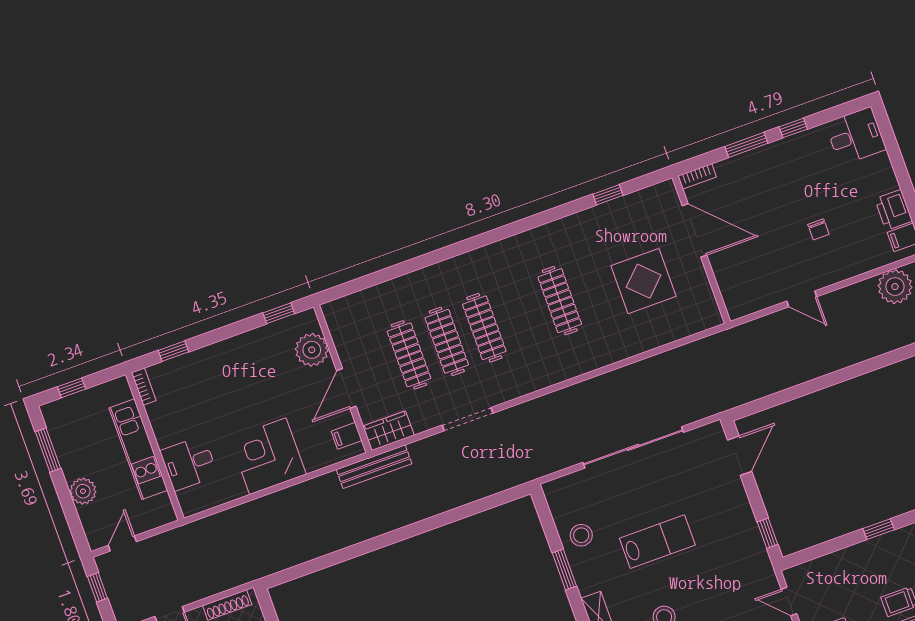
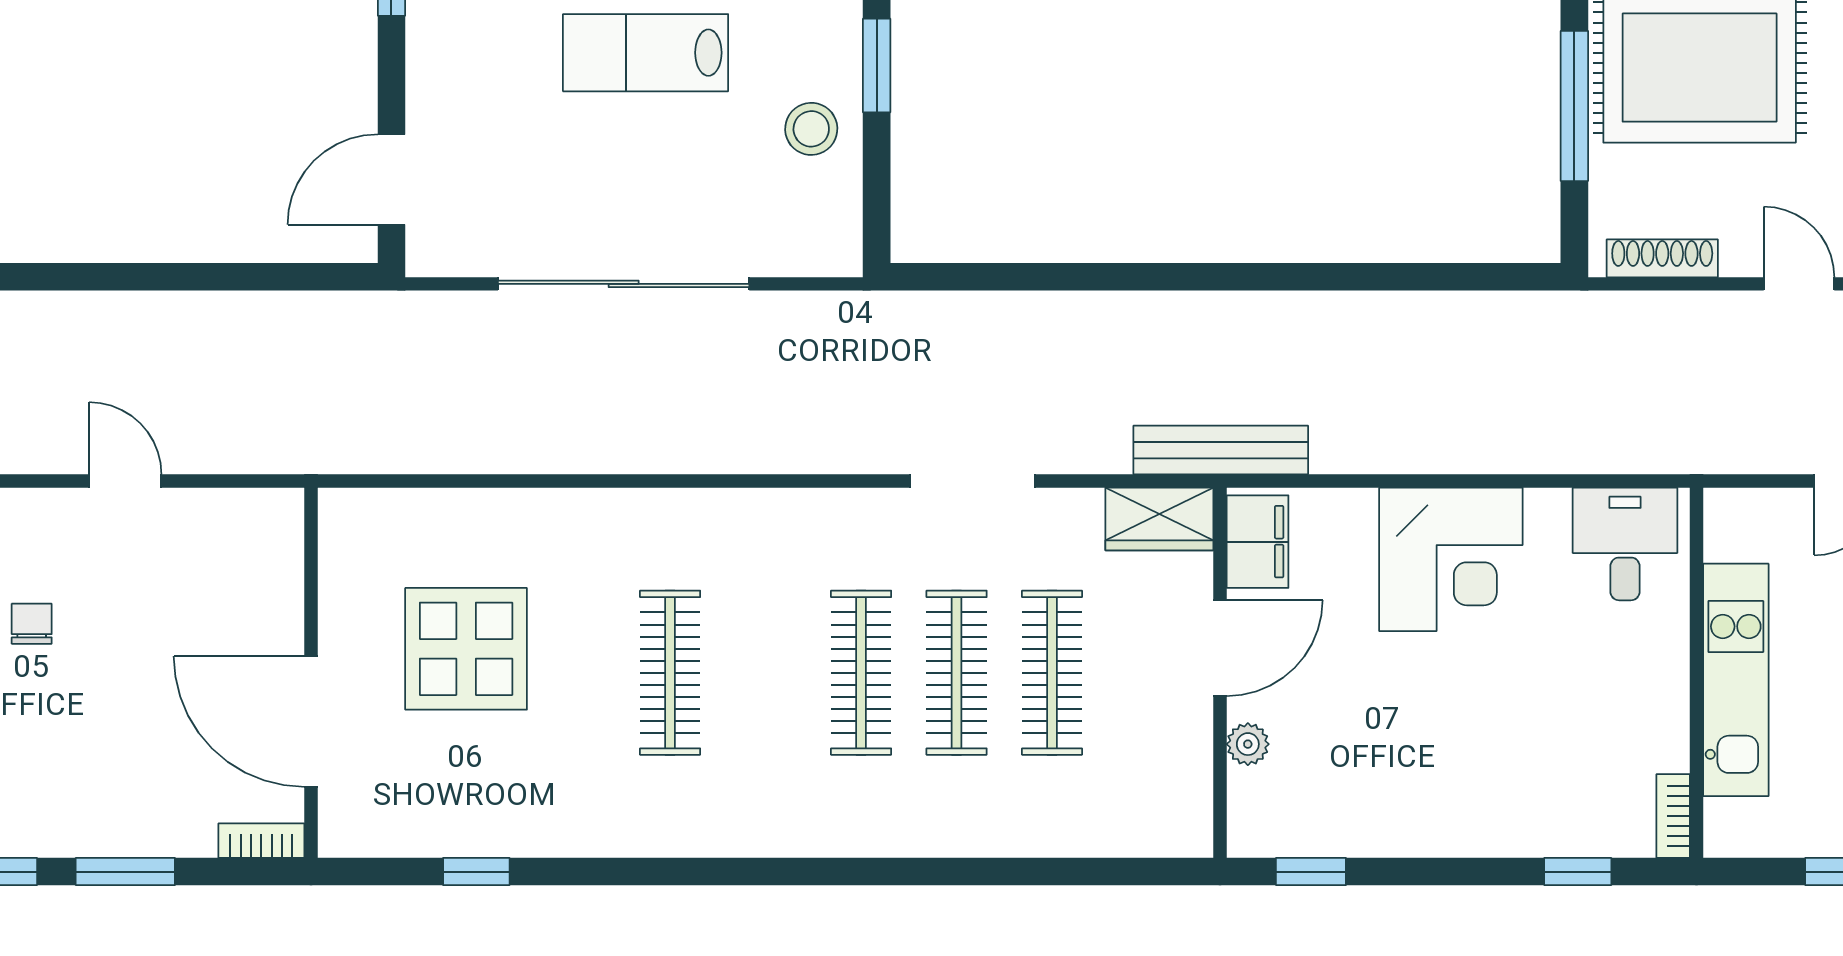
plant: (312, 350) -> (1248, 744), width x0.53, depth x0.53
filing cabinet: (347, 436) -> (1258, 542), width x2.00
desk: (189, 463) -> (1625, 544), moved, turned -90

